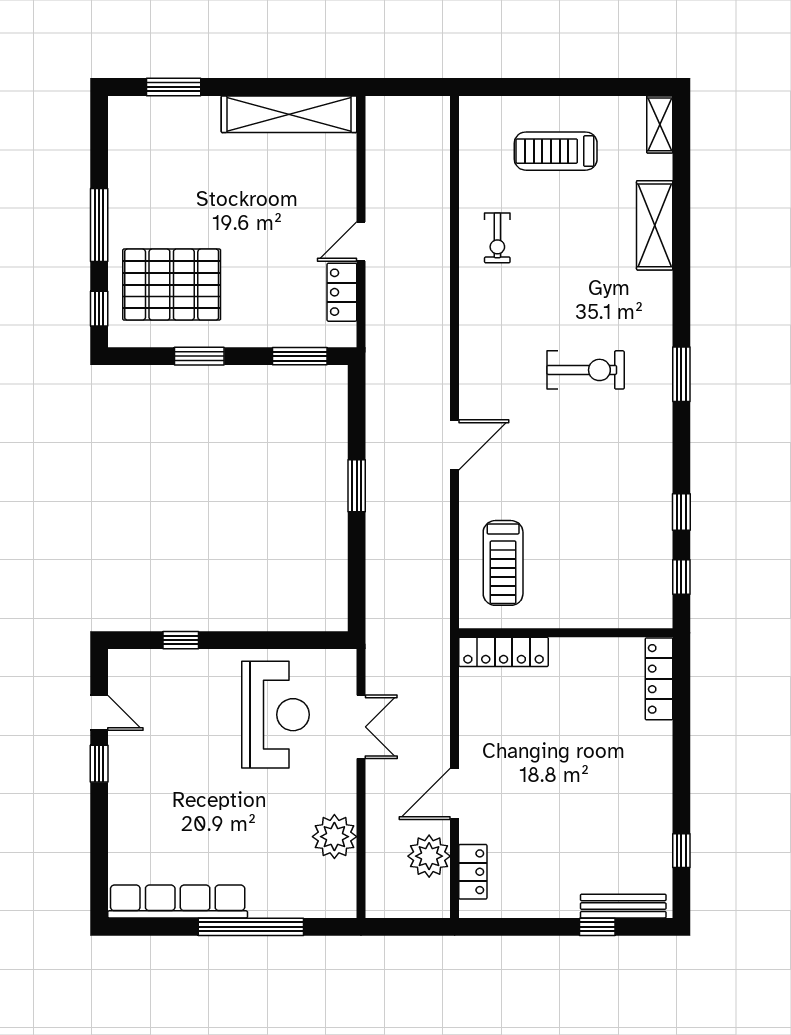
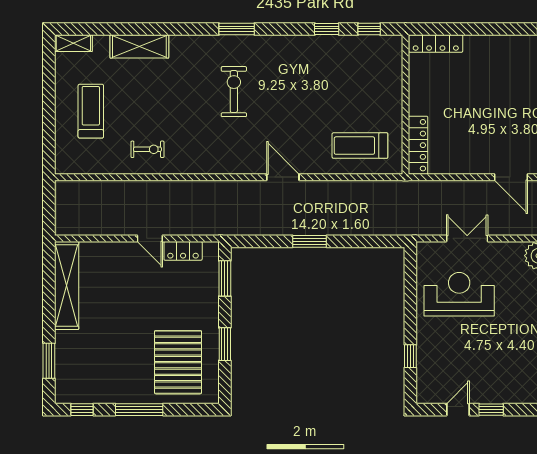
treadmill: (556, 151) -> (91, 111), turned 180
window: (99, 309) -> (82, 410), moved
treadmill: (503, 563) -> (360, 146), turned 180

